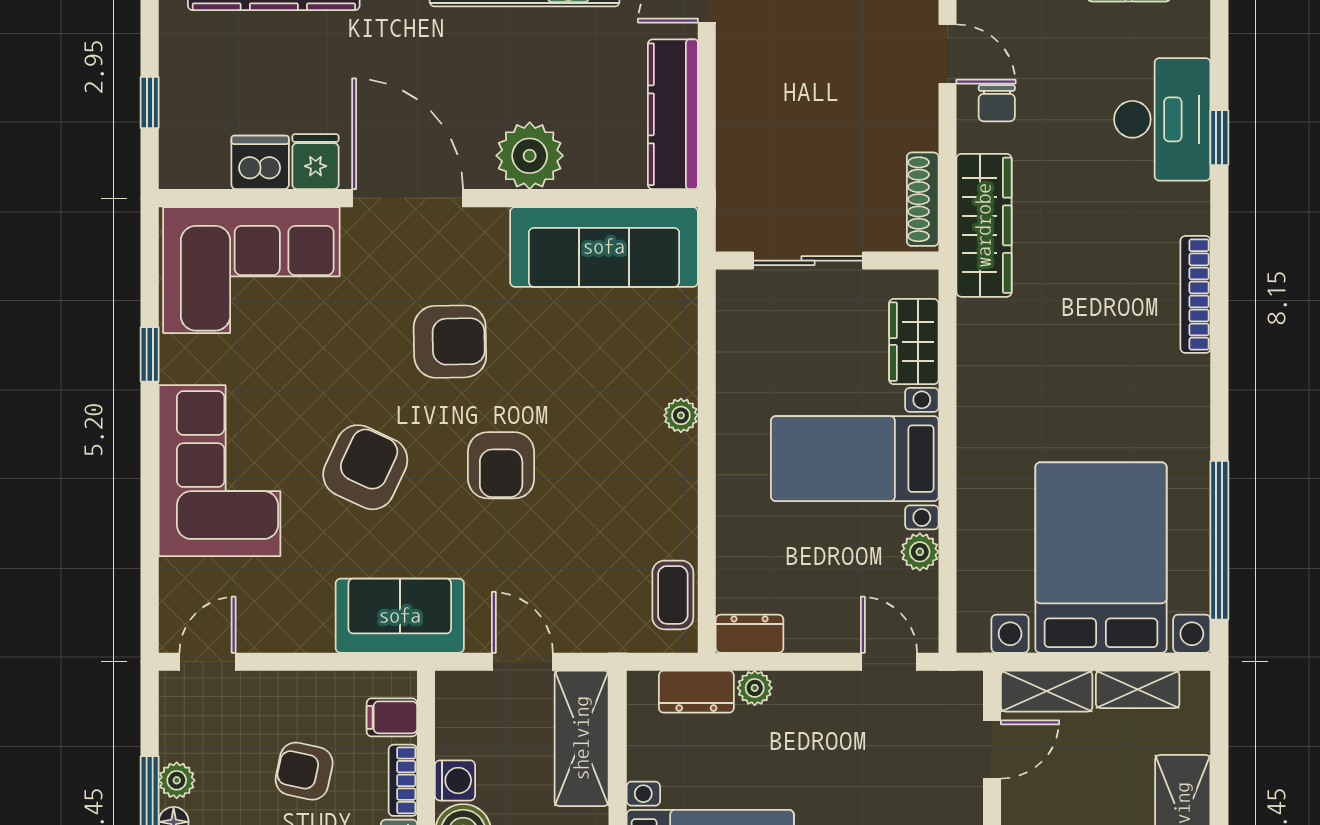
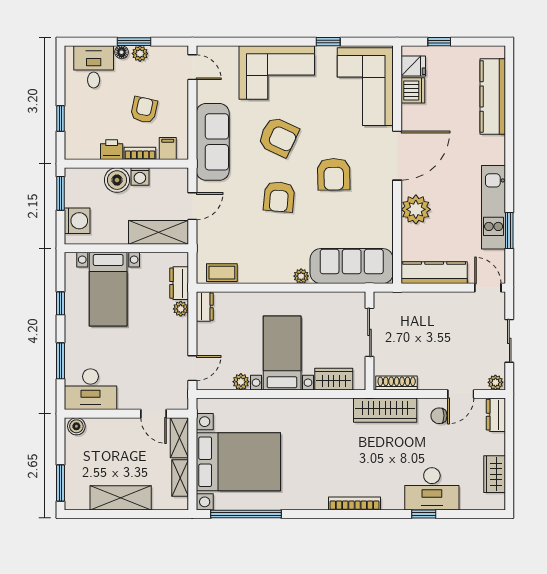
fridge: (316, 162) -> (413, 66), moved
sofa: (604, 247) -> (352, 266), moved, turned 90
armchair: (501, 465) -> (279, 197), turned -85
sofa: (400, 616) -> (213, 142), width x1.36

